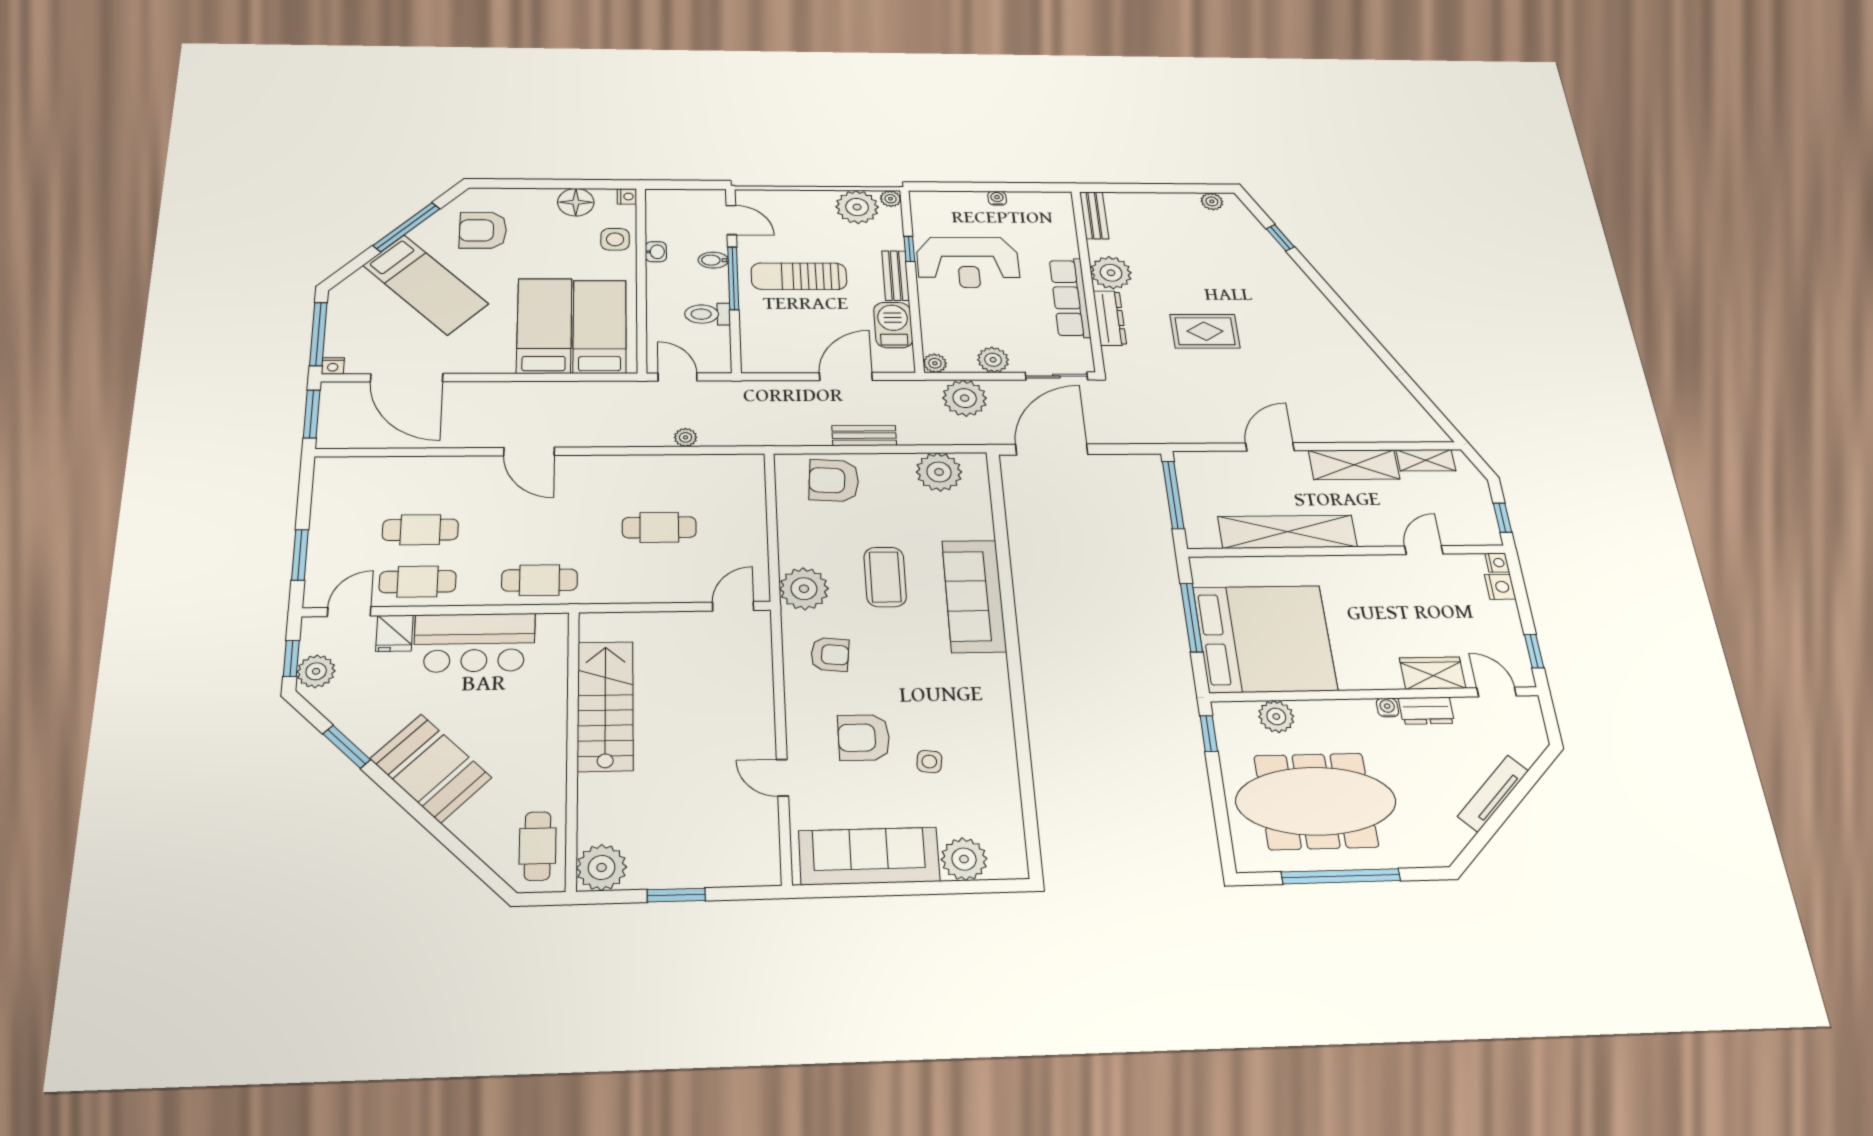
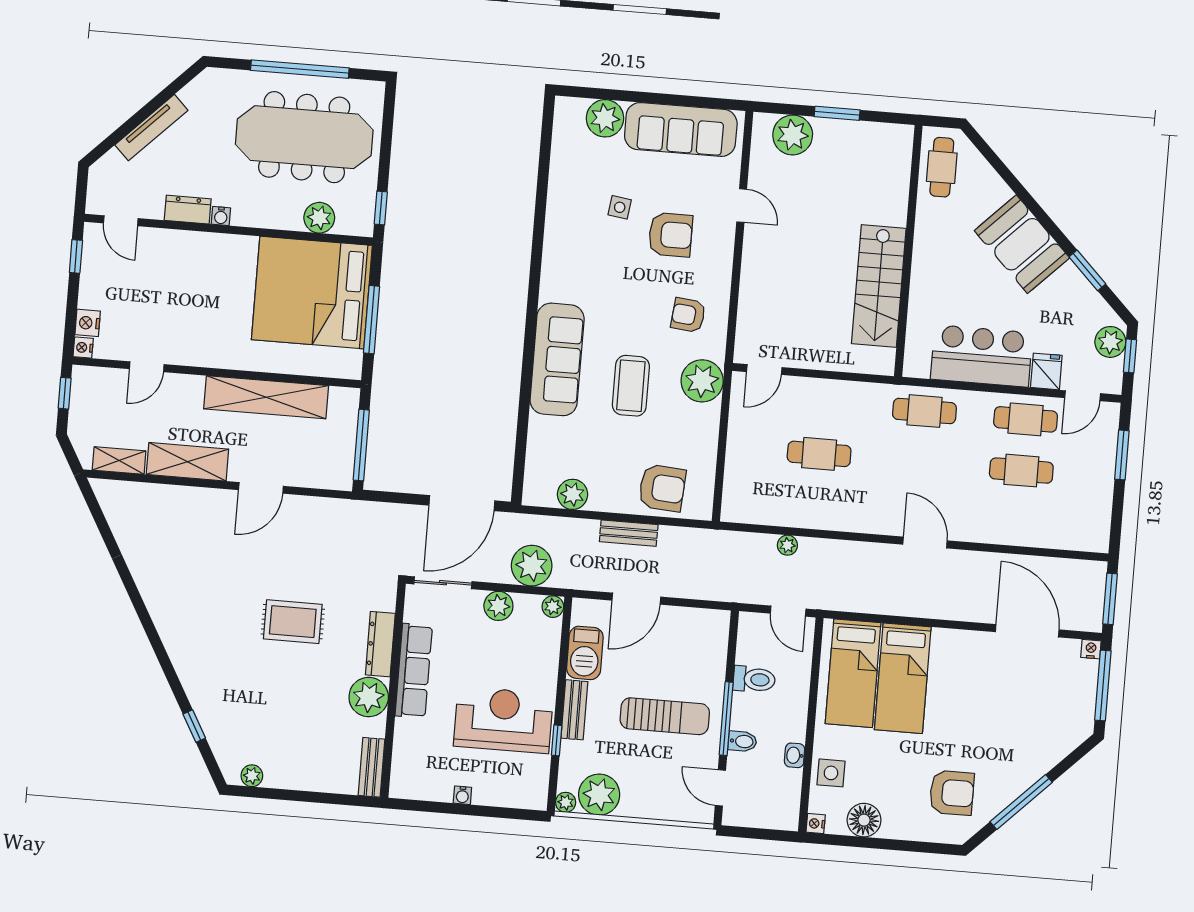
bed: (425, 285) -> (1007, 734), removed
plant: (939, 472) -> (573, 494), width x0.73, depth x0.73
wardrobe: (1433, 673) -> (172, 245), removed
plant: (602, 867) -> (793, 135), moved

